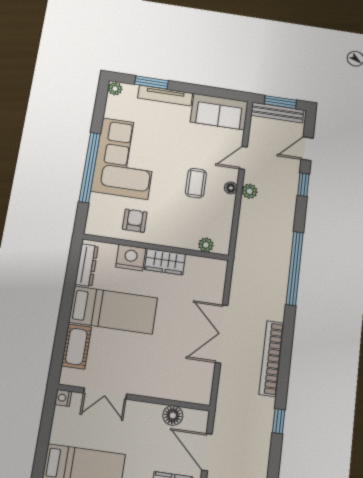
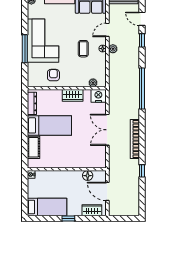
door: (307, 149) -> (142, 19), hinge flipped
window: (90, 167) -> (25, 49), width x0.68
nightstand: (131, 258) -> (98, 96), moved
double door: (105, 393) -> (52, 169), removed

